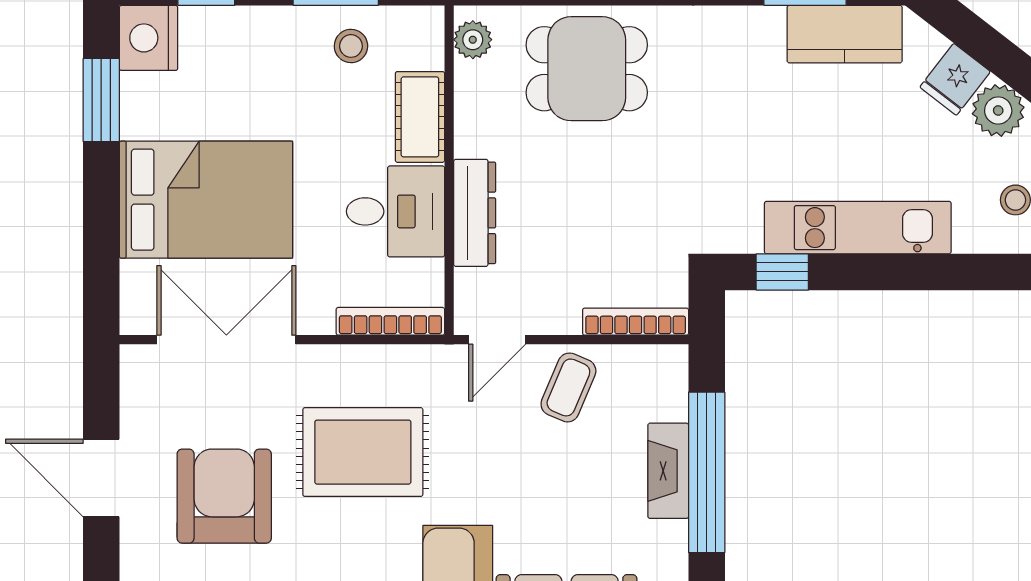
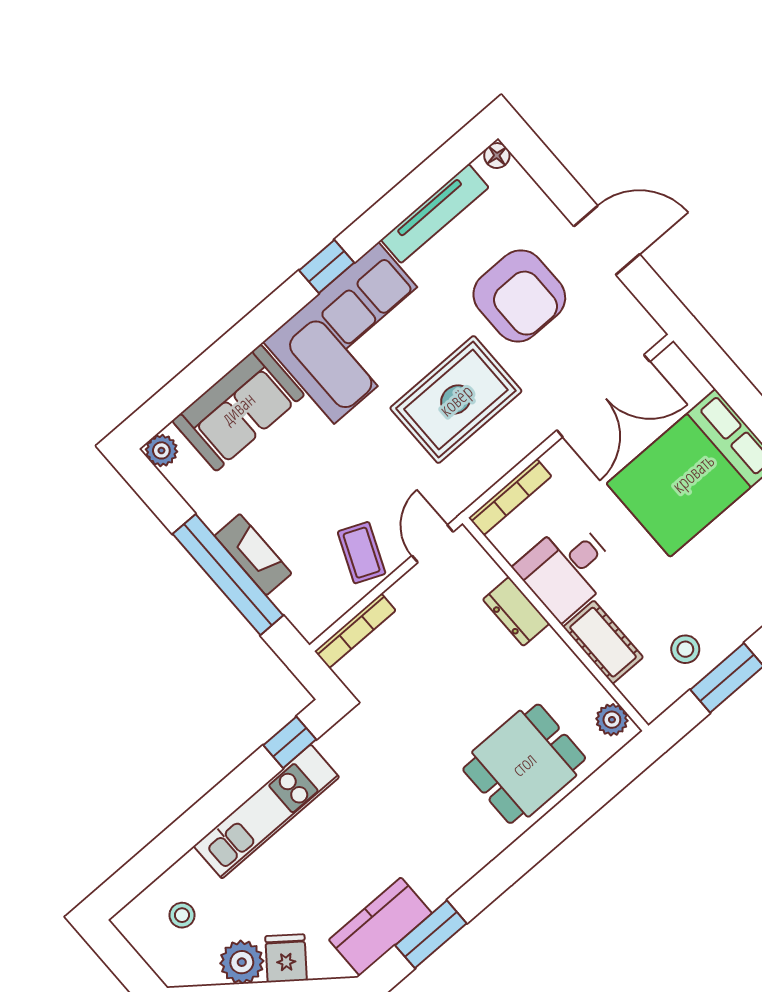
dresser: (475, 213) -> (516, 611), width x0.70

